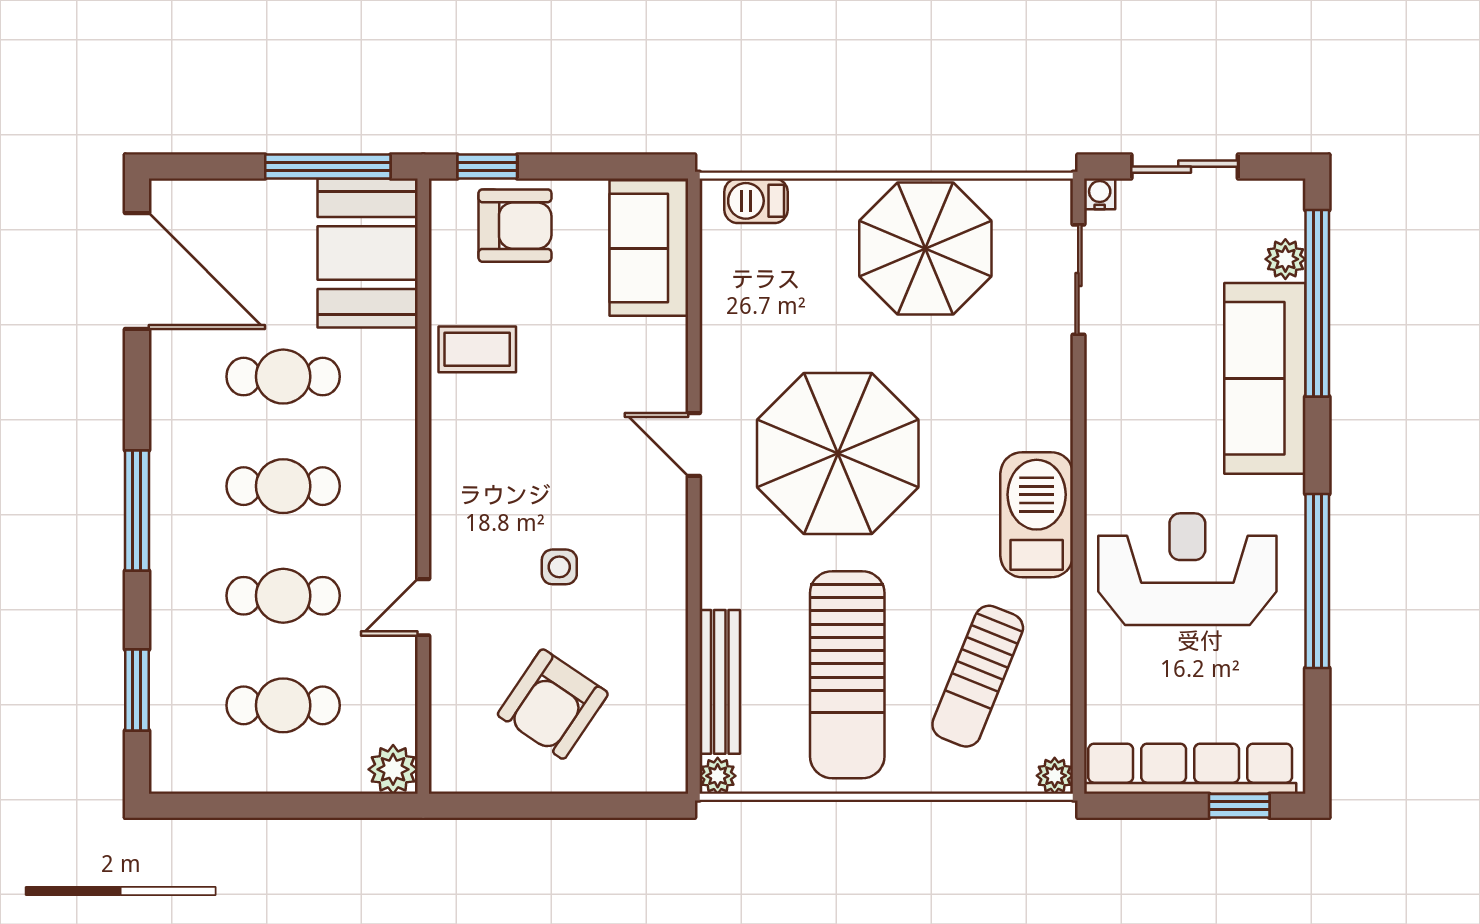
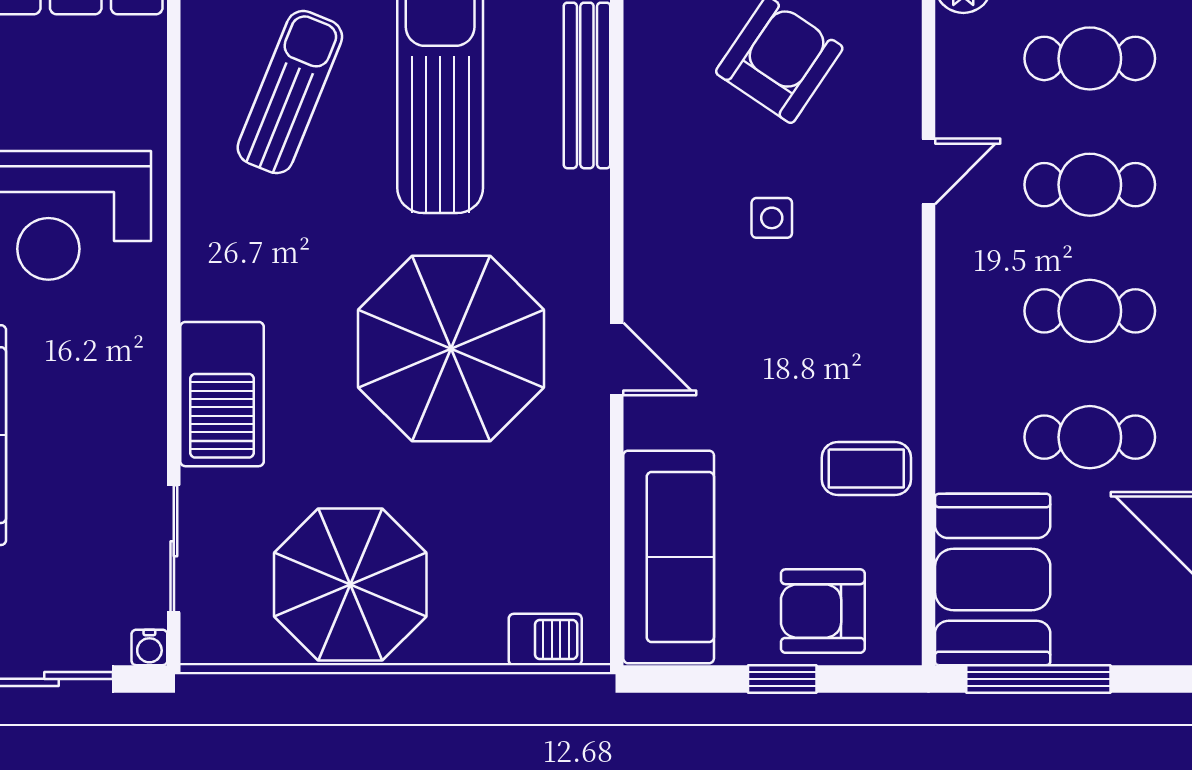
window: (487, 167) -> (782, 679), moved
sofa: (649, 248) -> (669, 557), width x1.36
barbecue: (1037, 515) -> (222, 394), moved

